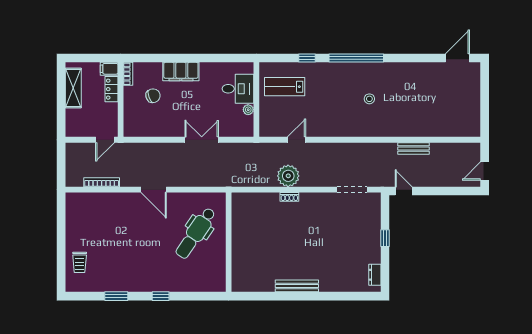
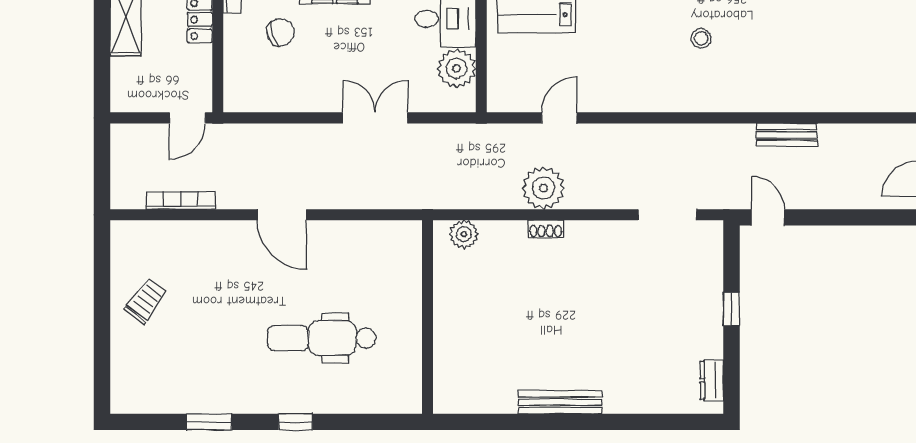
plant: (248, 110) -> (457, 68), width x1.88, depth x1.88
plant: (247, 200) -> (464, 234), added
dental chair: (196, 233) -> (321, 338), moved, turned 56
trolley: (80, 262) -> (146, 301), moved, turned -144

